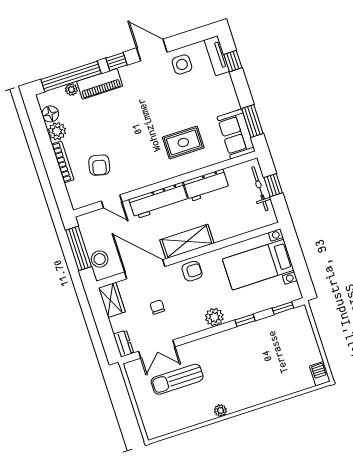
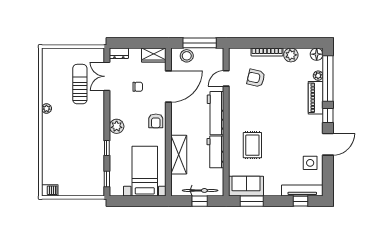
tv unit: (217, 56) -> (302, 191), width x1.41
floor lamp: (50, 114) -> (317, 54), moved
shelving: (187, 242) -> (179, 155), moved

